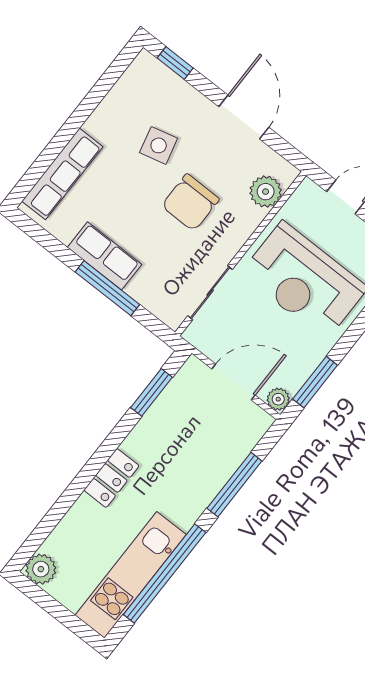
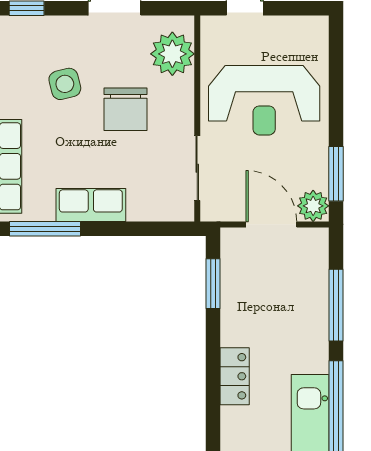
plant: (266, 192) -> (172, 54), width x1.36, depth x1.36
window: (107, 288) -> (45, 229), moved
door: (233, 382) -> (271, 224), hinge flipped
plant: (278, 399) -> (313, 206), width x1.38, depth x1.38

